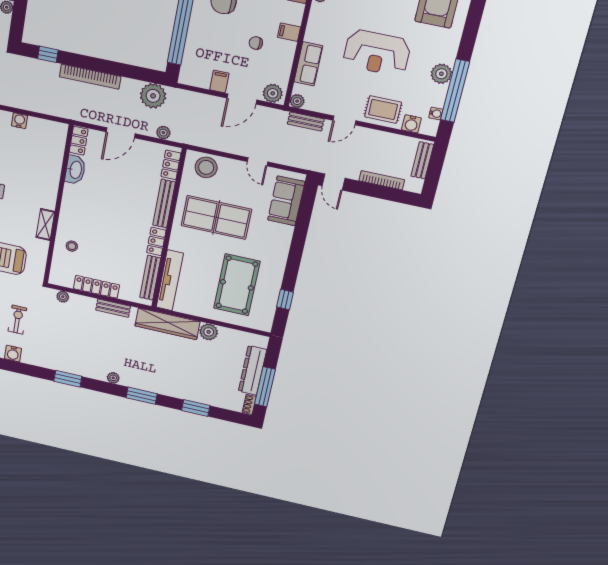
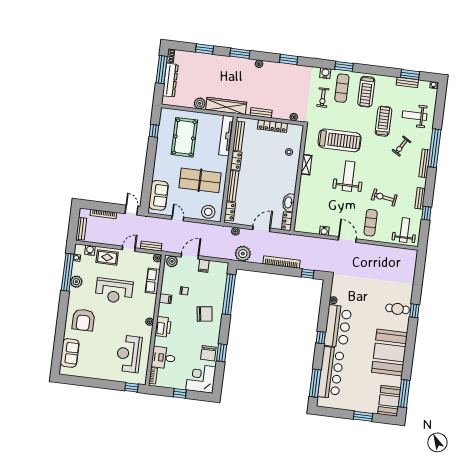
reception desk: (377, 53) -> (114, 291), turned 180

